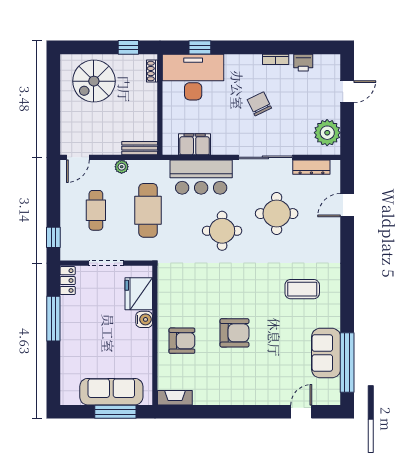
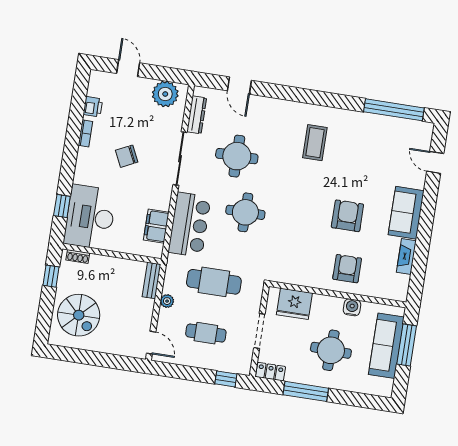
water cooler: (144, 319) -> (352, 307), moved
round table: (98, 337) -> (331, 350), added
sofa: (326, 353) -> (406, 213), moved, turned 90
fireplace: (175, 398) -> (406, 256), moved

